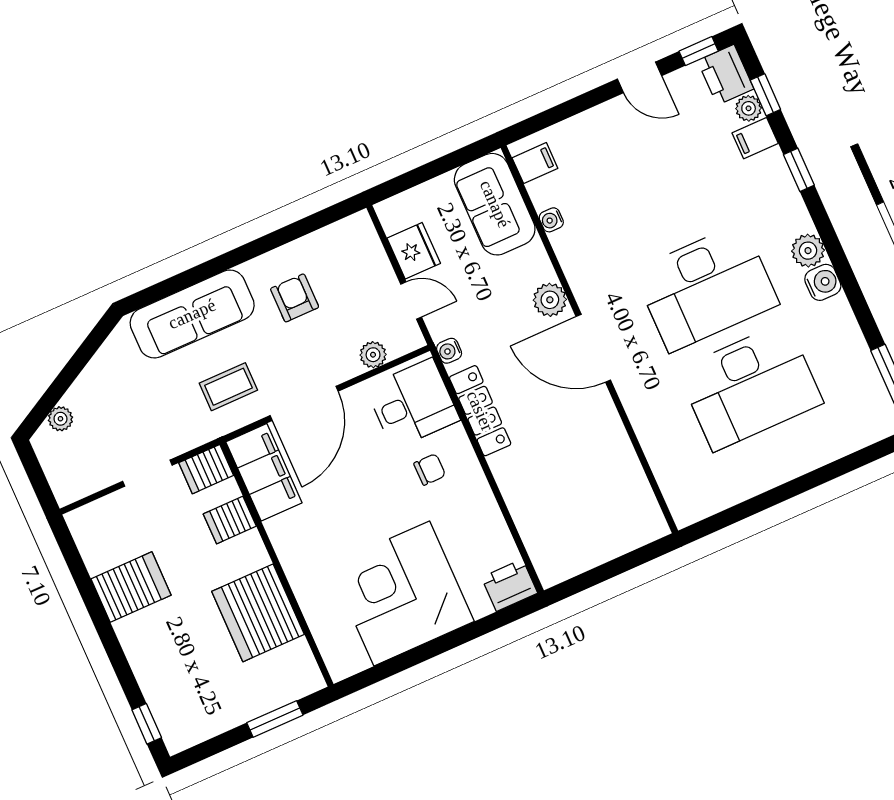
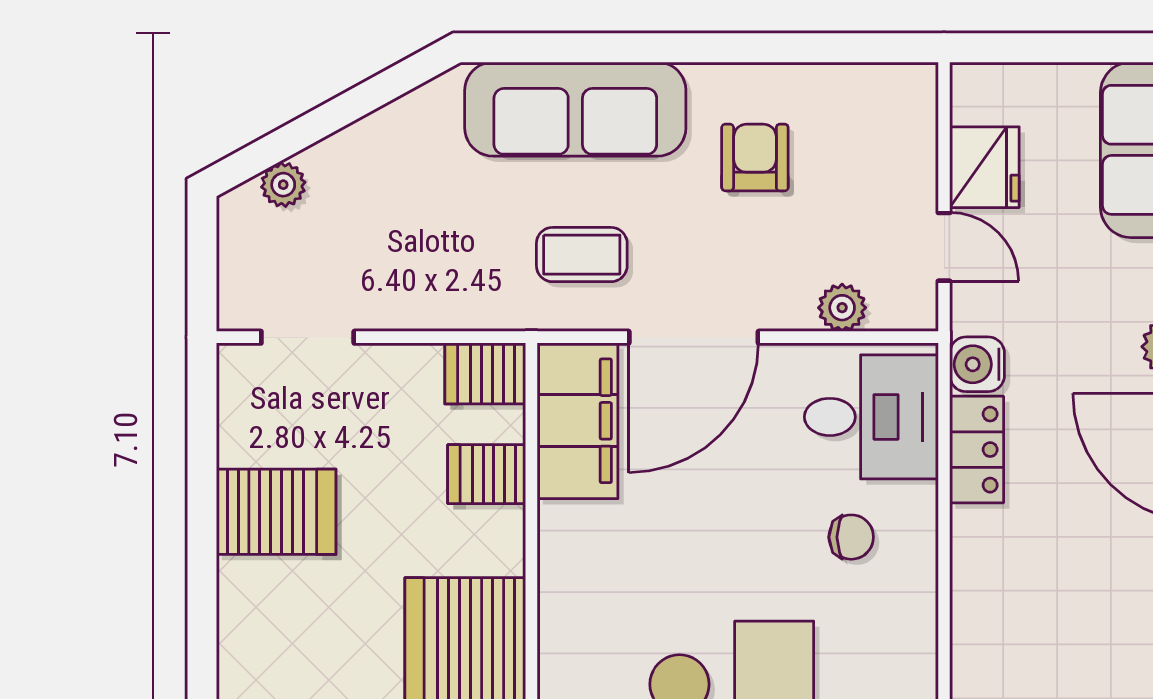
water cooler: (449, 351) -> (977, 364), width x1.38, depth x1.38
locker: (480, 411) -> (977, 450), width x0.66
doorway: (147, 473) -> (308, 337), moved

